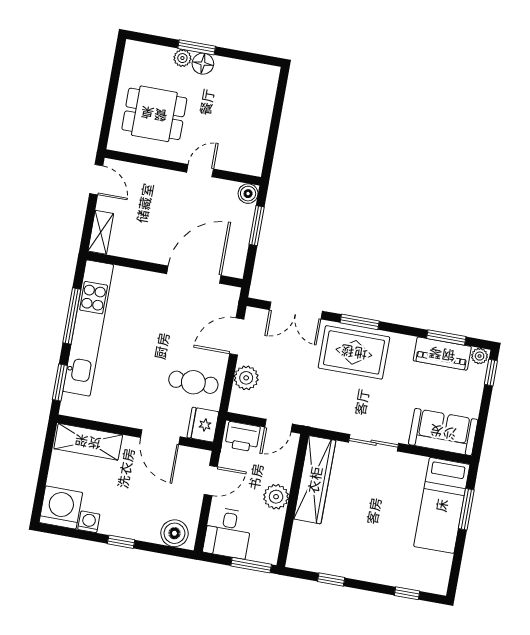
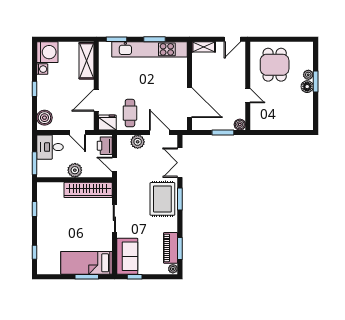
window: (72, 316) -> (154, 39), width x0.69
window: (491, 373) -> (135, 277), moved

